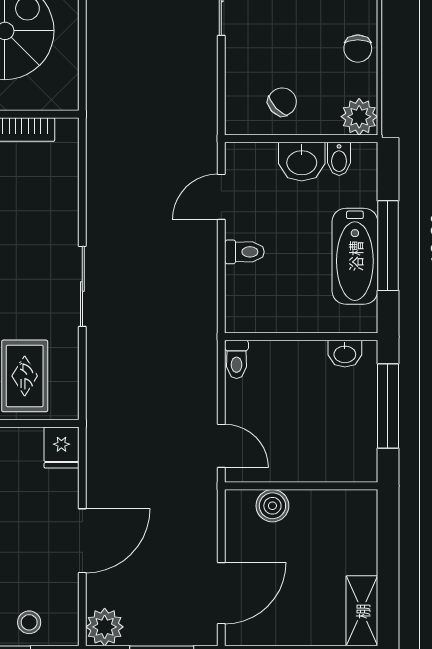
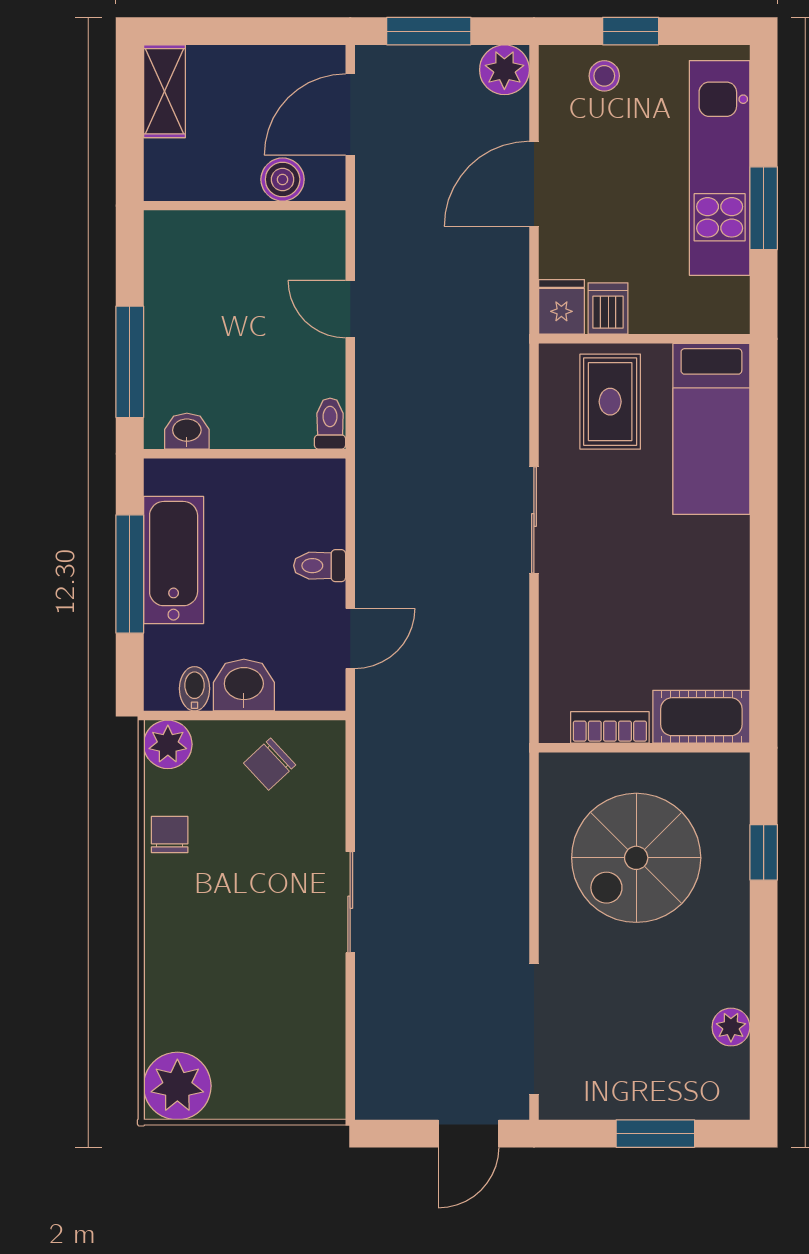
dishwasher: (26, 446) -> (608, 309), added
wall: (301, 486) -> (245, 206), moved
boiler: (272, 506) -> (283, 179), moved

